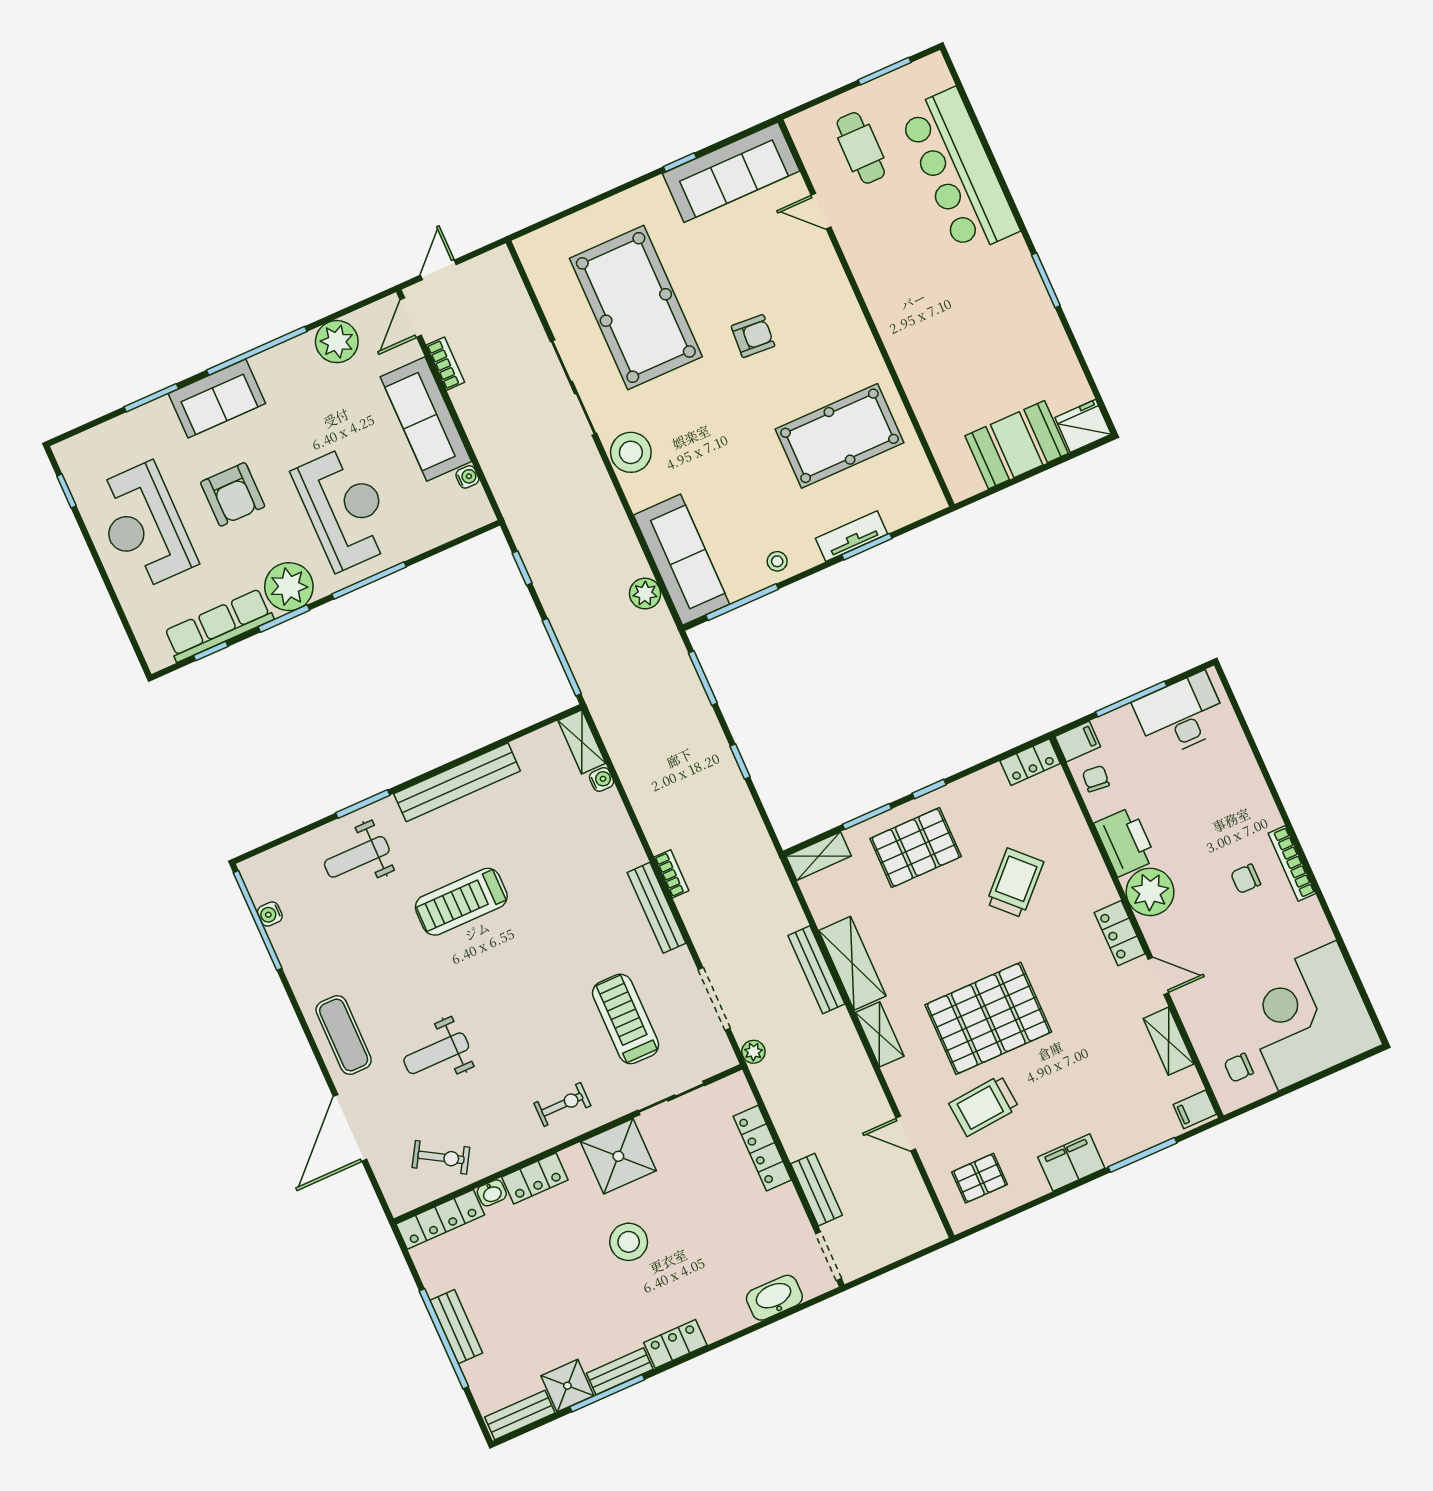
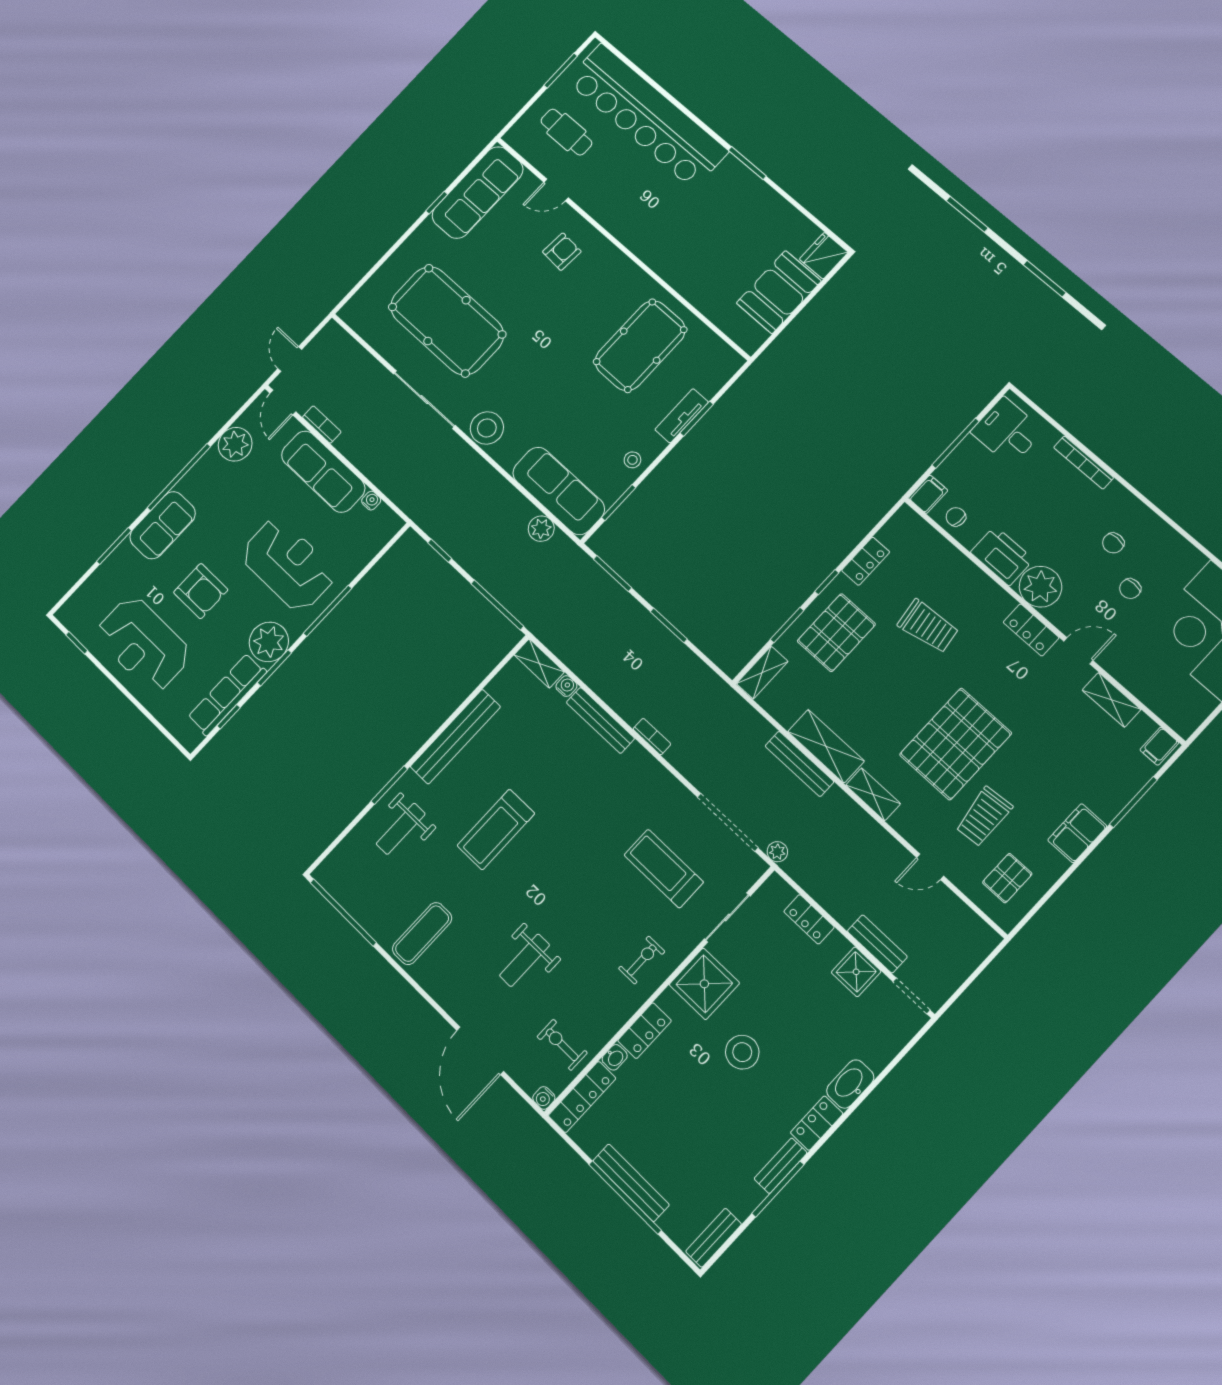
bar counter: (959, 172) -> (647, 116), width x1.36
armchair: (753, 336) -> (562, 252), moved
window: (742, 602) -> (619, 503), width x0.69
desk: (1181, 715) -> (1007, 431), width x0.73
window: (740, 762) -> (669, 625), width x1.50
locker: (1030, 762) -> (866, 561), moved
bookcase: (1292, 863) -> (1084, 463), moved
trolley: (1015, 883) -> (928, 626), turned 127
bench: (657, 908) -> (600, 720), moved
water cooler: (270, 914) -> (544, 1098), moved
doorway: (714, 999) -> (728, 822), width x1.36
exercise mat: (344, 1035) -> (422, 934), moved, turned 90
chair: (1239, 1068) -> (1130, 589), moved
locker: (762, 1148) -> (809, 919), width x0.66
exercise bike: (441, 1157) -> (562, 1045), turned -121
washbasin: (774, 1298) -> (850, 1084), moved
bench: (456, 1327) -> (631, 1183), width x1.36
shower: (567, 1386) -> (856, 972), moved

